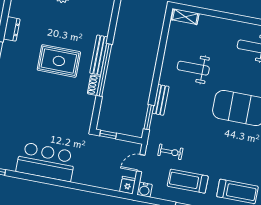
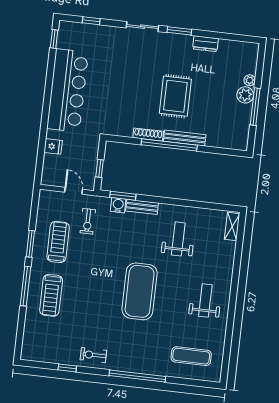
shoe rack: (94, 85) -> (148, 135), width x1.43
window: (108, 135) -> (100, 168), moved
bar counter: (46, 162) -> (68, 90), width x1.36
fridge: (128, 185) -> (53, 146), moved
water cooler: (145, 190) -> (118, 205), moved, turned 90

